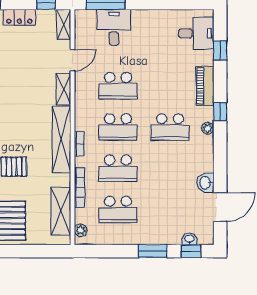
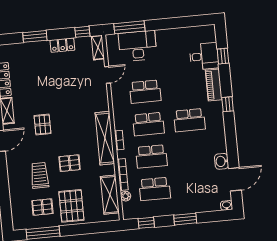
desk: (114, 27) -> (138, 46), width x1.37
desk: (196, 33) -> (204, 56), moved
shelving: (63, 89) -> (103, 98), removed
plant: (208, 128) -> (219, 118), removed
plant: (81, 230) -> (126, 196), moved
washbasin: (189, 239) -> (227, 205), moved
window: (191, 251) -> (146, 223), moved

